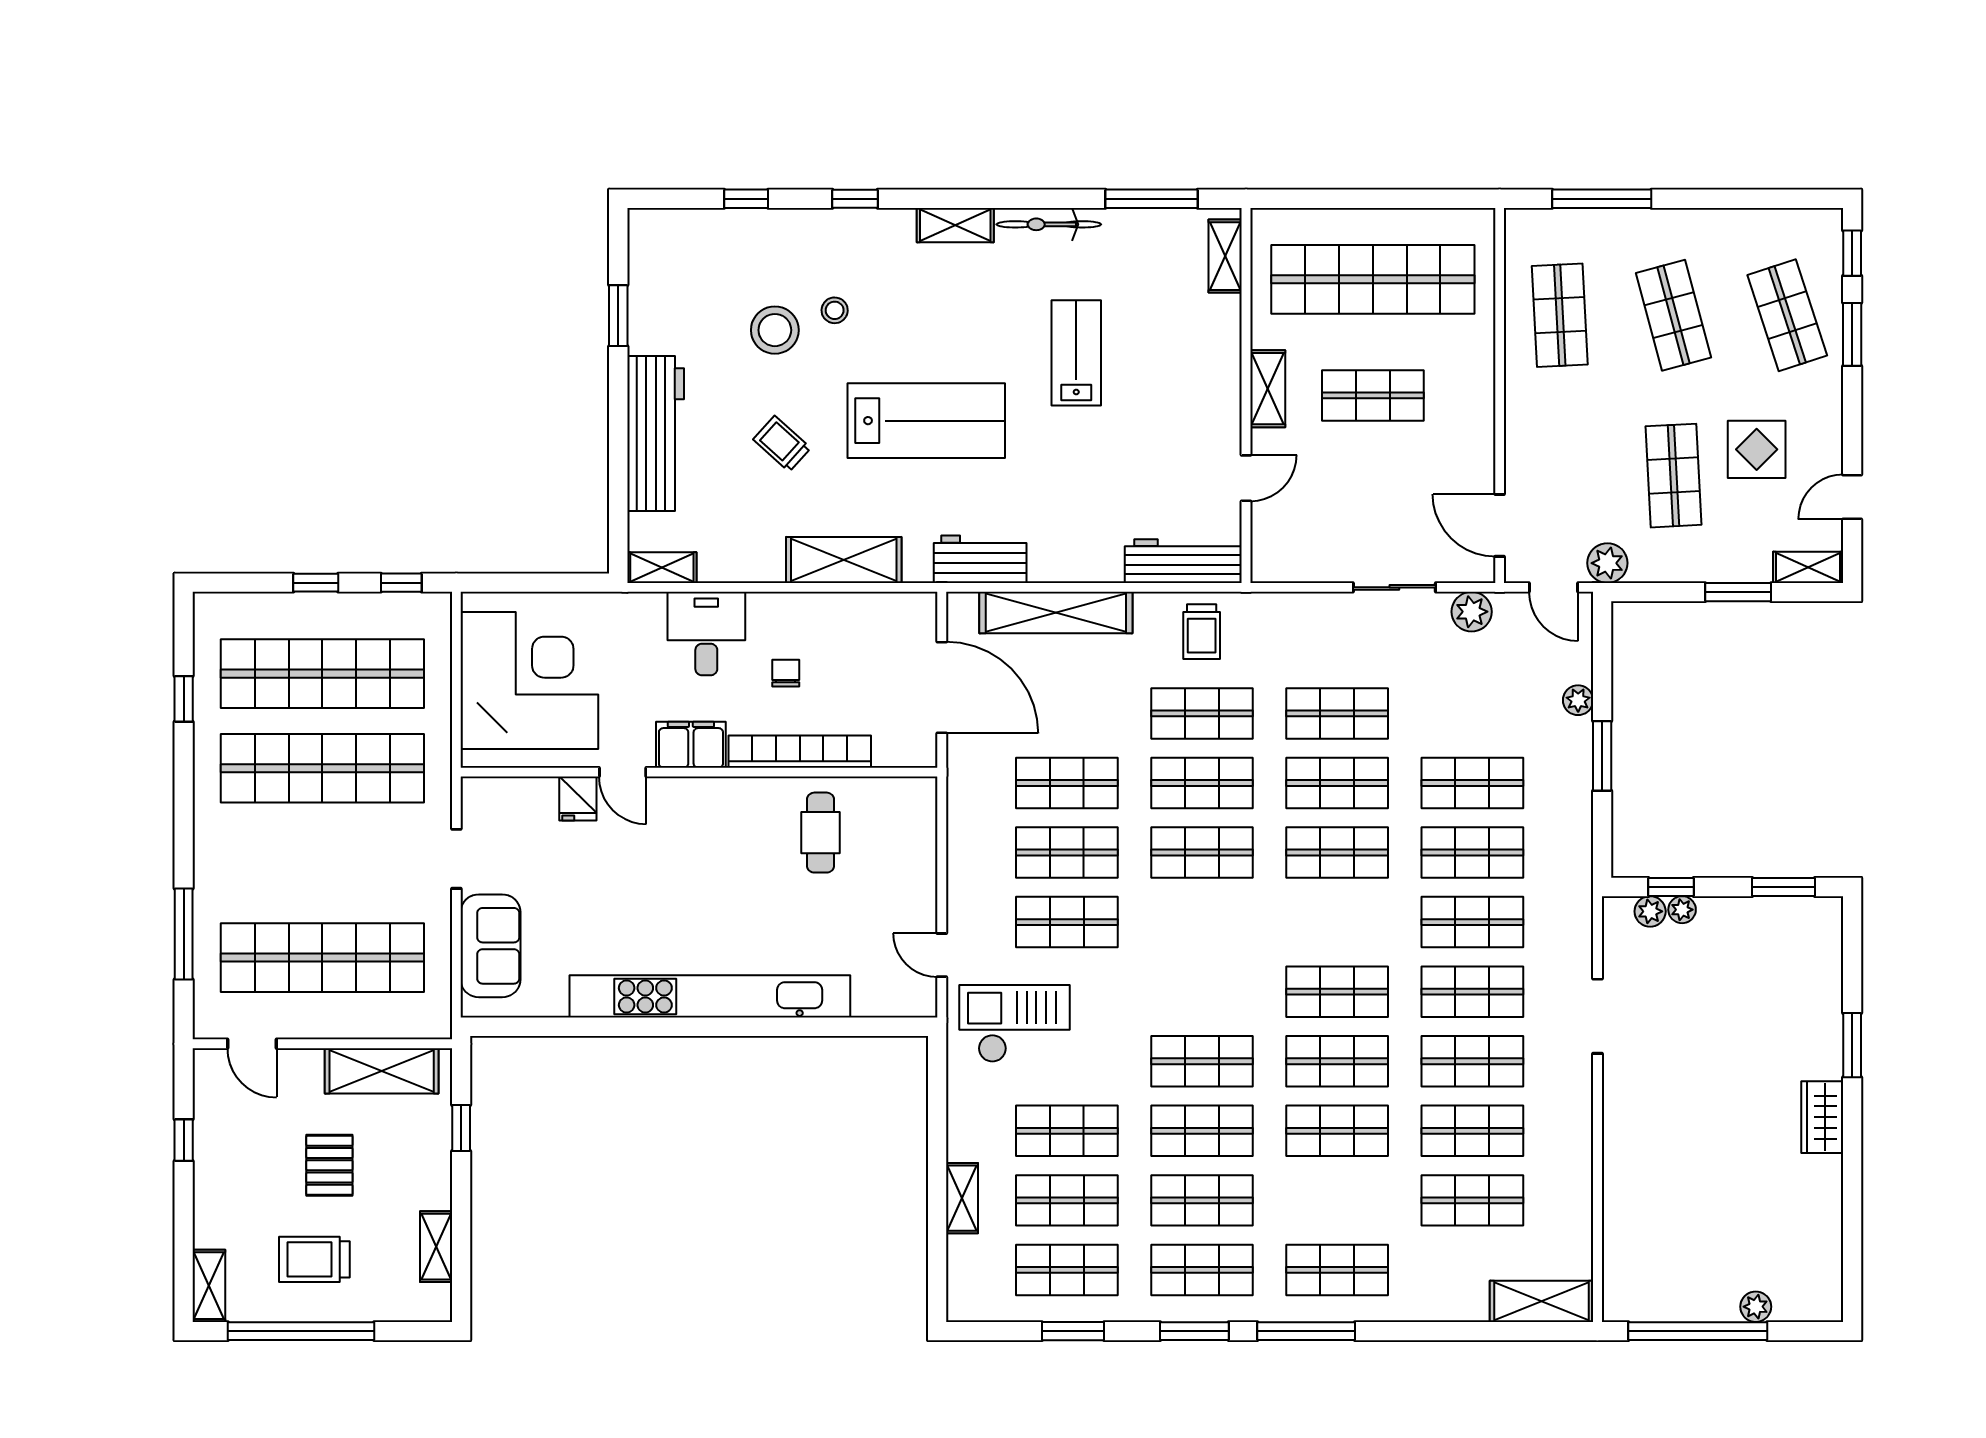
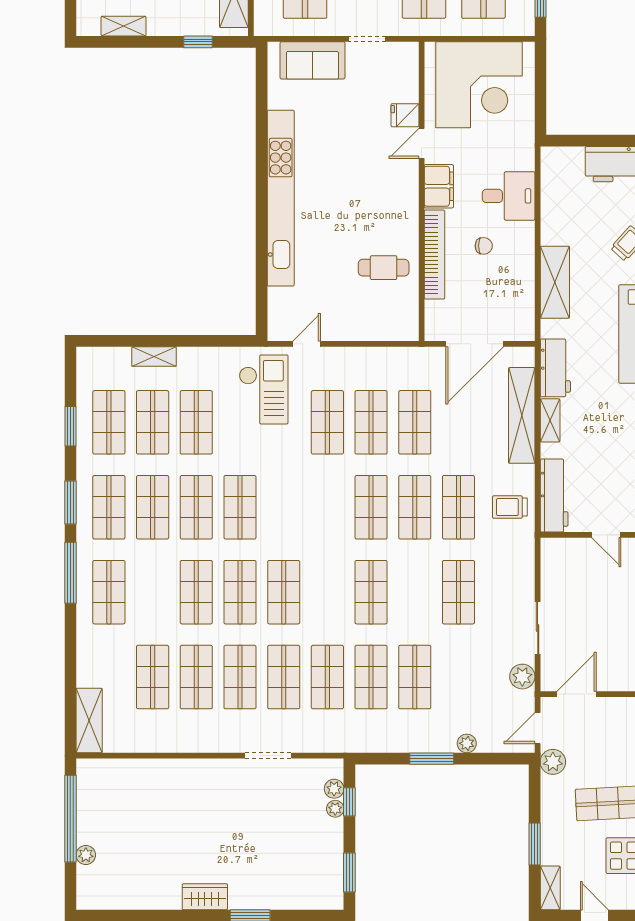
shelving: (662, 568) -> (550, 420), moved
shop shelf: (1337, 783) -> (415, 592), removed

